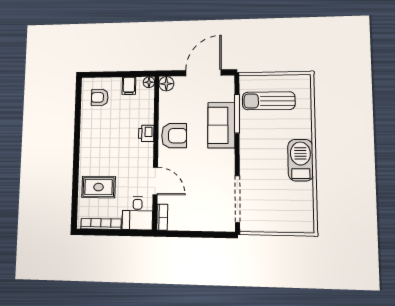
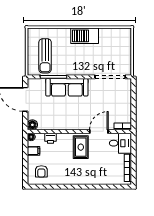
sofa: (221, 125) -> (67, 87), width x1.36
printer: (146, 133) -> (51, 138), moved
armchair: (174, 136) -> (68, 119), removed
rug: (99, 187) -> (81, 147), moved

